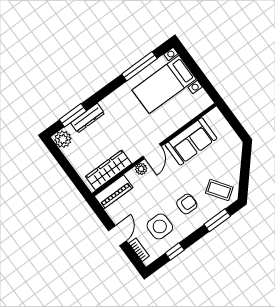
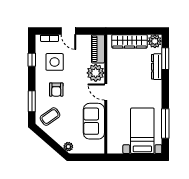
plant: (236, 148) -> (68, 147), added
plant: (141, 169) -> (96, 73), width x1.87, depth x1.87
wardrobe: (109, 170) -> (129, 41), moved, turned 90

